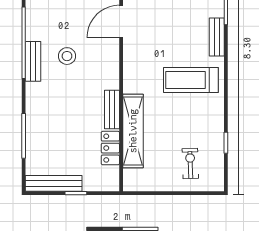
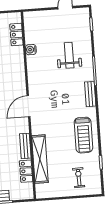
door: (121, 21) -> (29, 106), moved
treadmill: (191, 80) -> (83, 135), moved, turned -90

